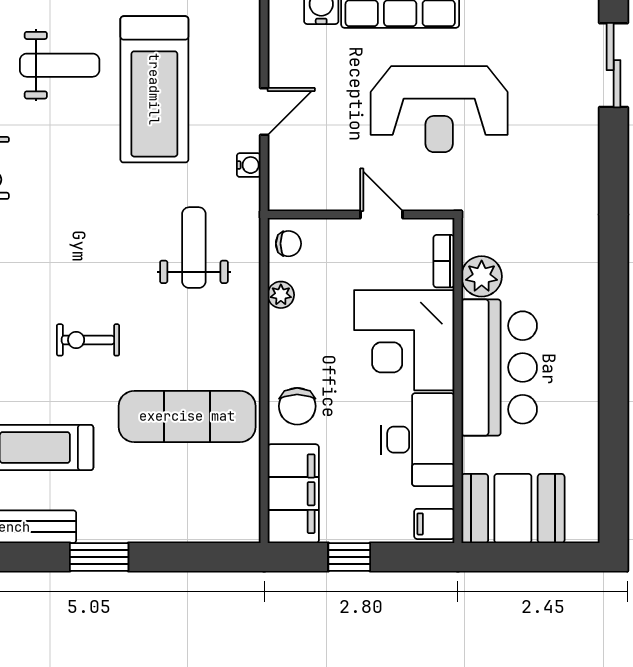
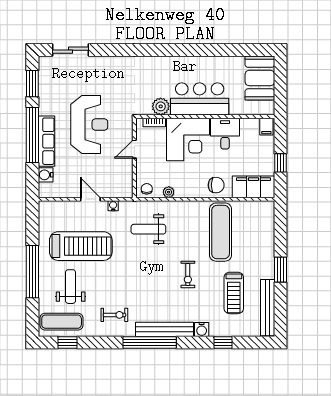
desk: (418, 440) -> (225, 134), width x0.73
booth: (513, 509) -> (260, 78), moved

